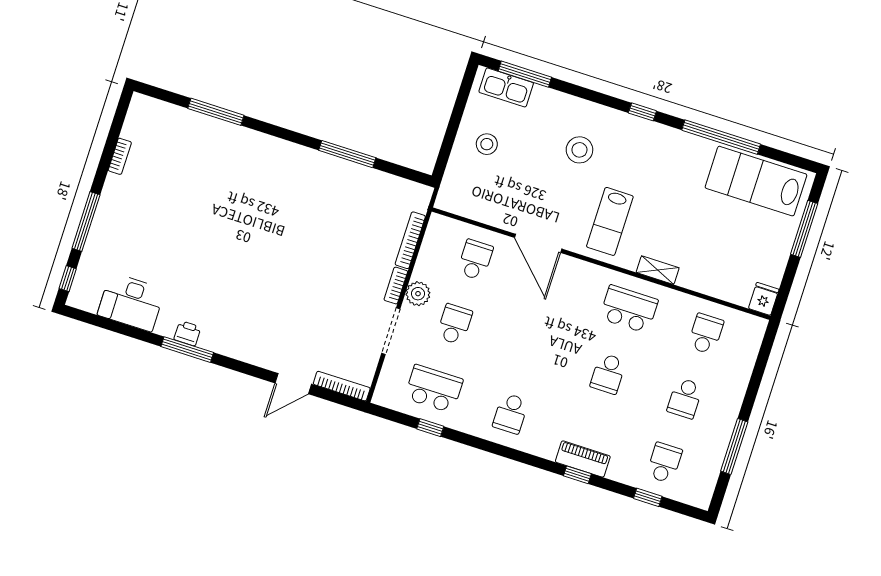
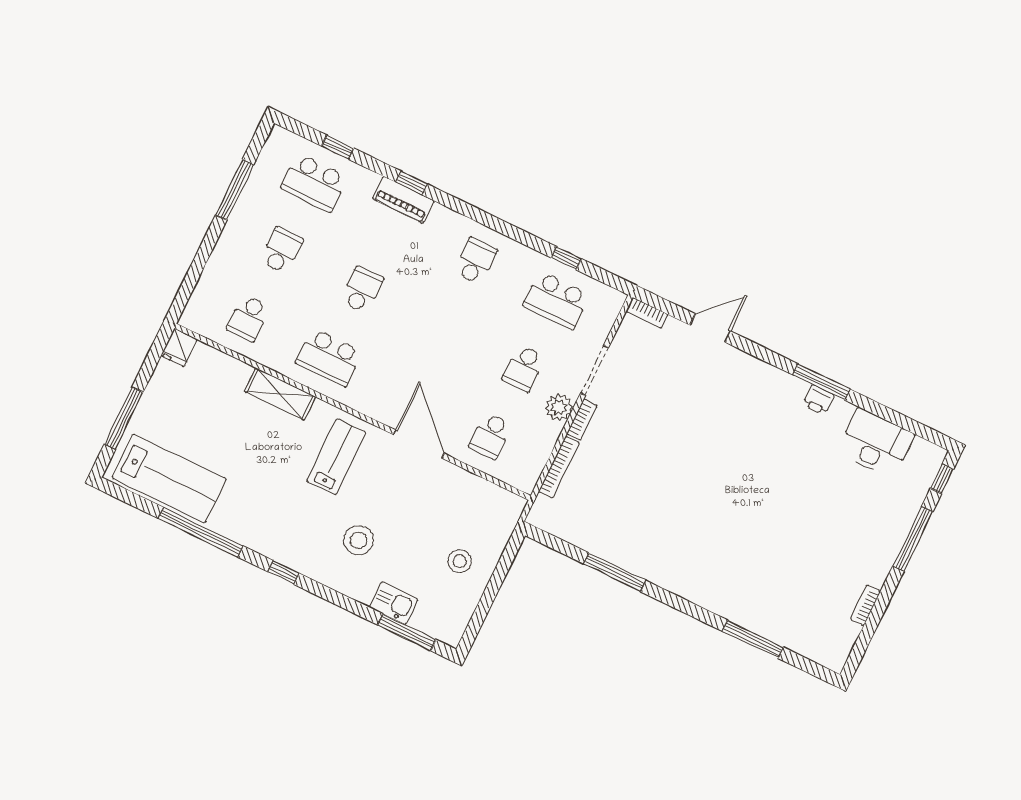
kitchen sink: (506, 87) -> (394, 603), moved, width x0.73
shelving: (658, 270) -> (280, 394), width x1.50, depth x1.33
bookcase: (342, 386) -> (647, 313), width x0.64
school desk: (664, 463) -> (314, 183), width x1.85

